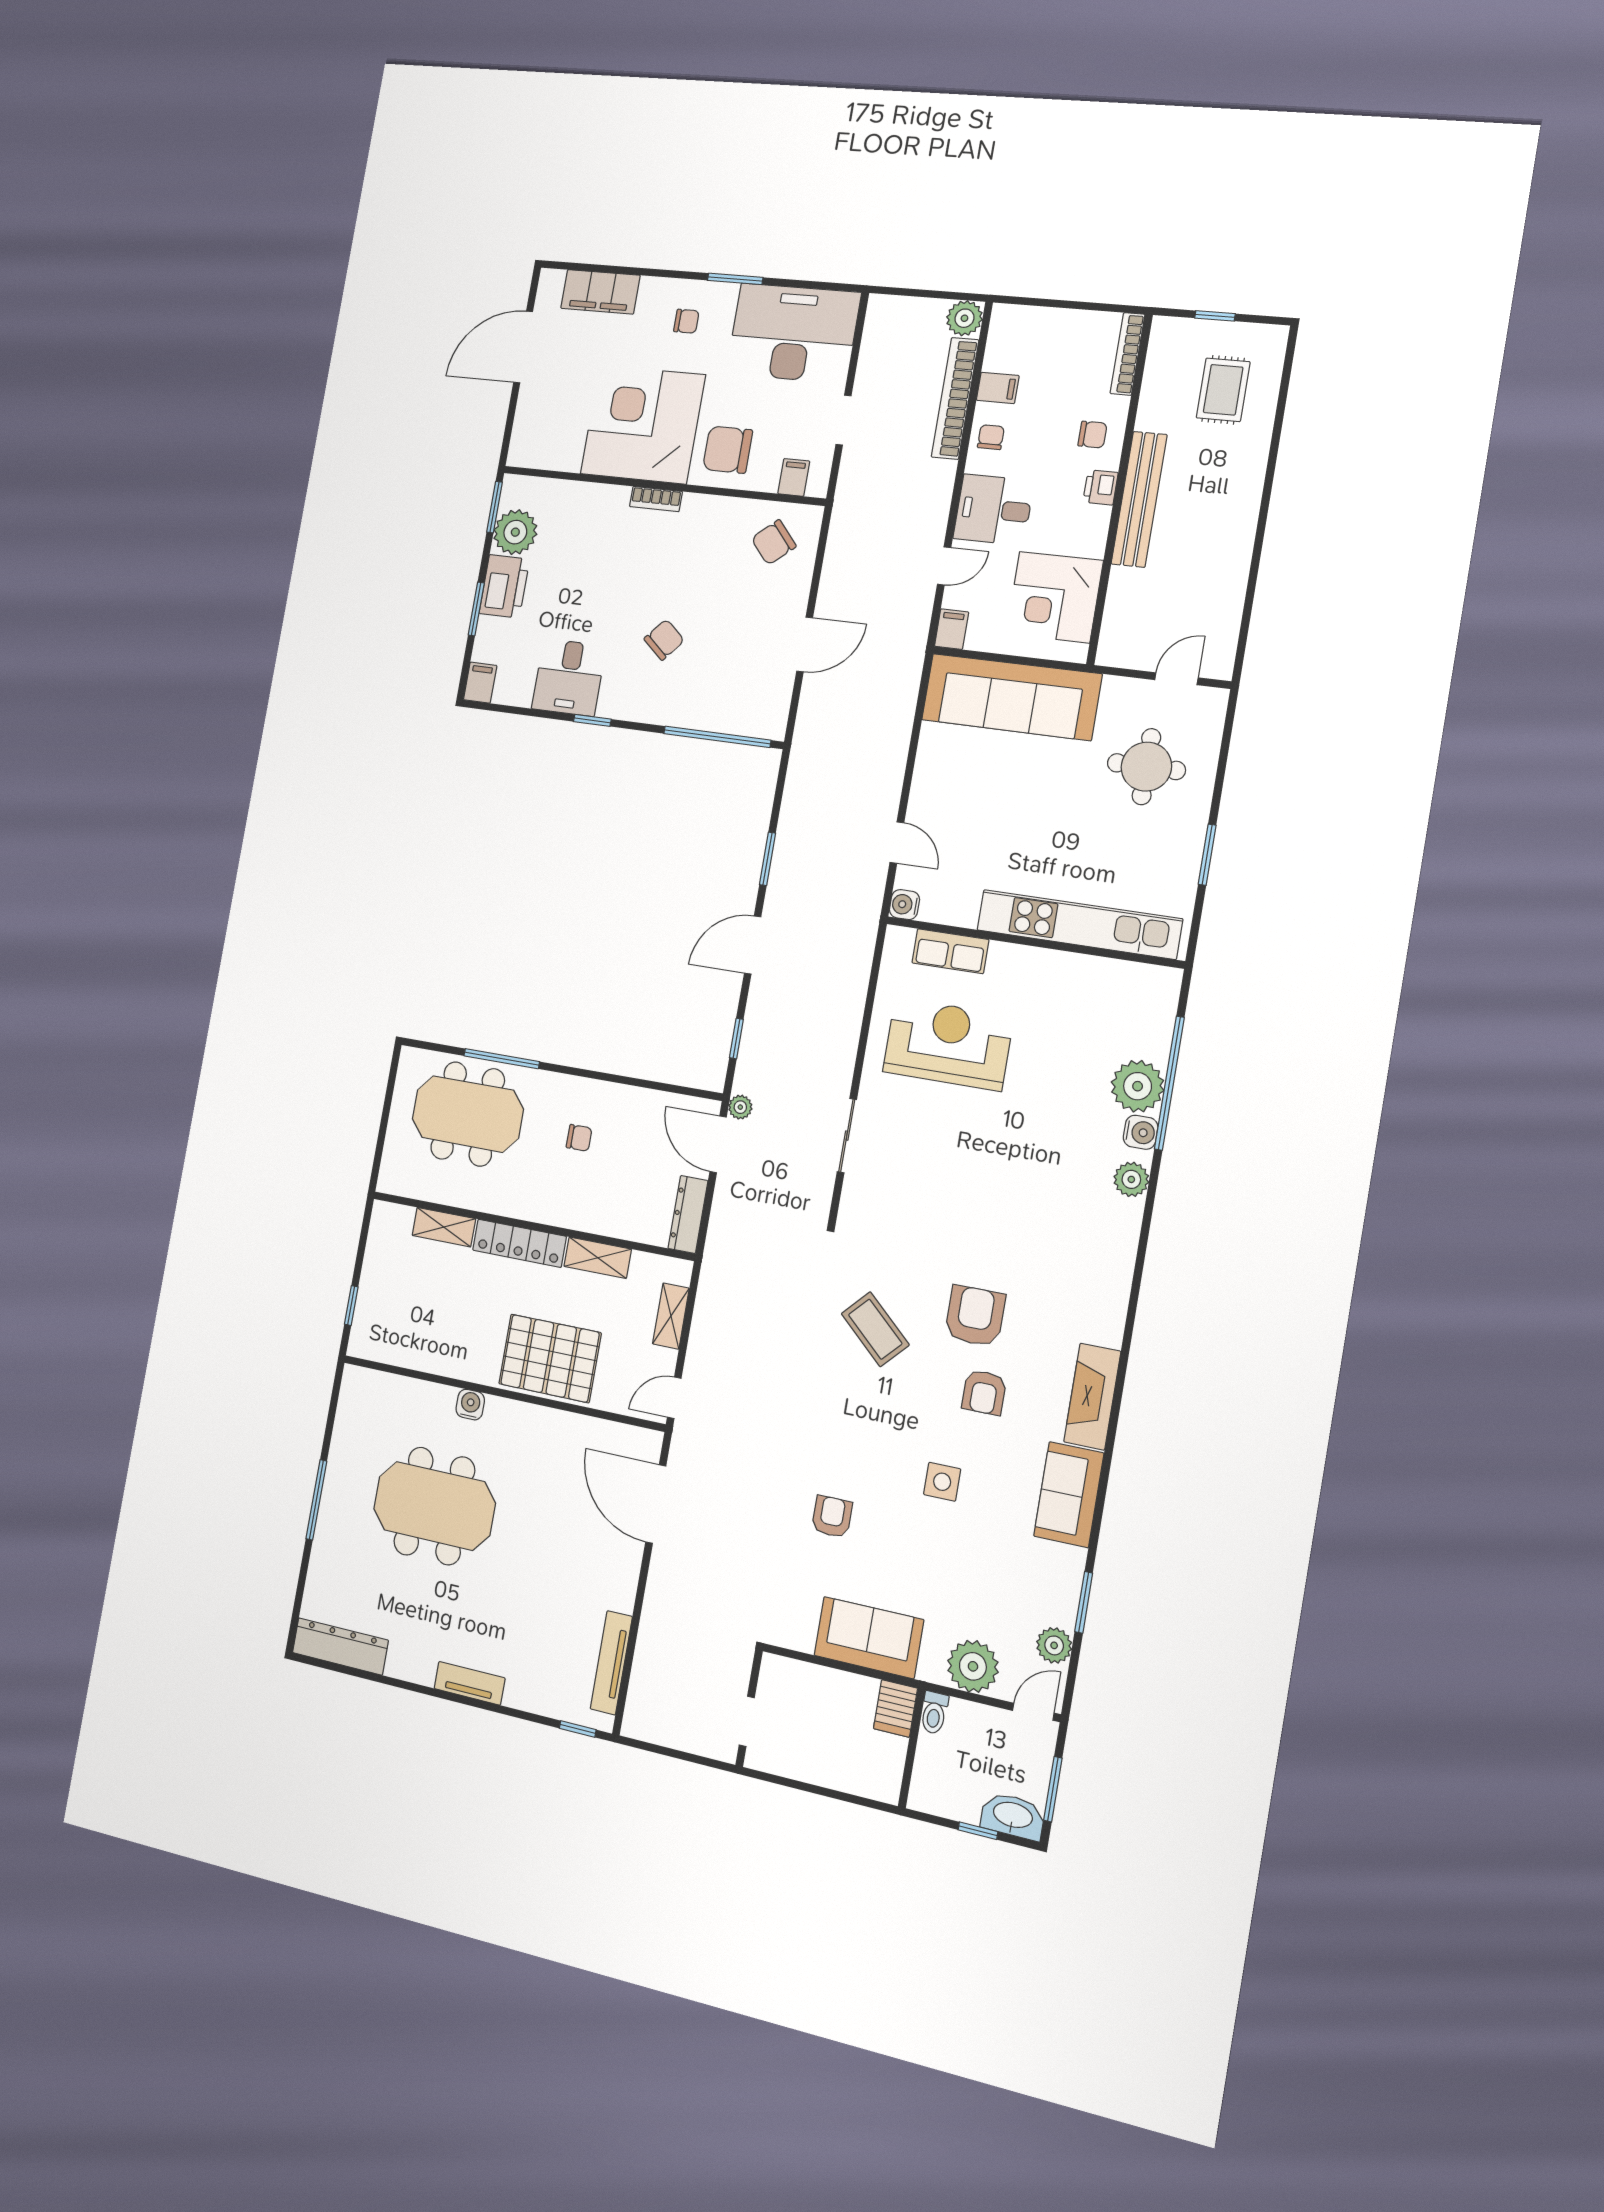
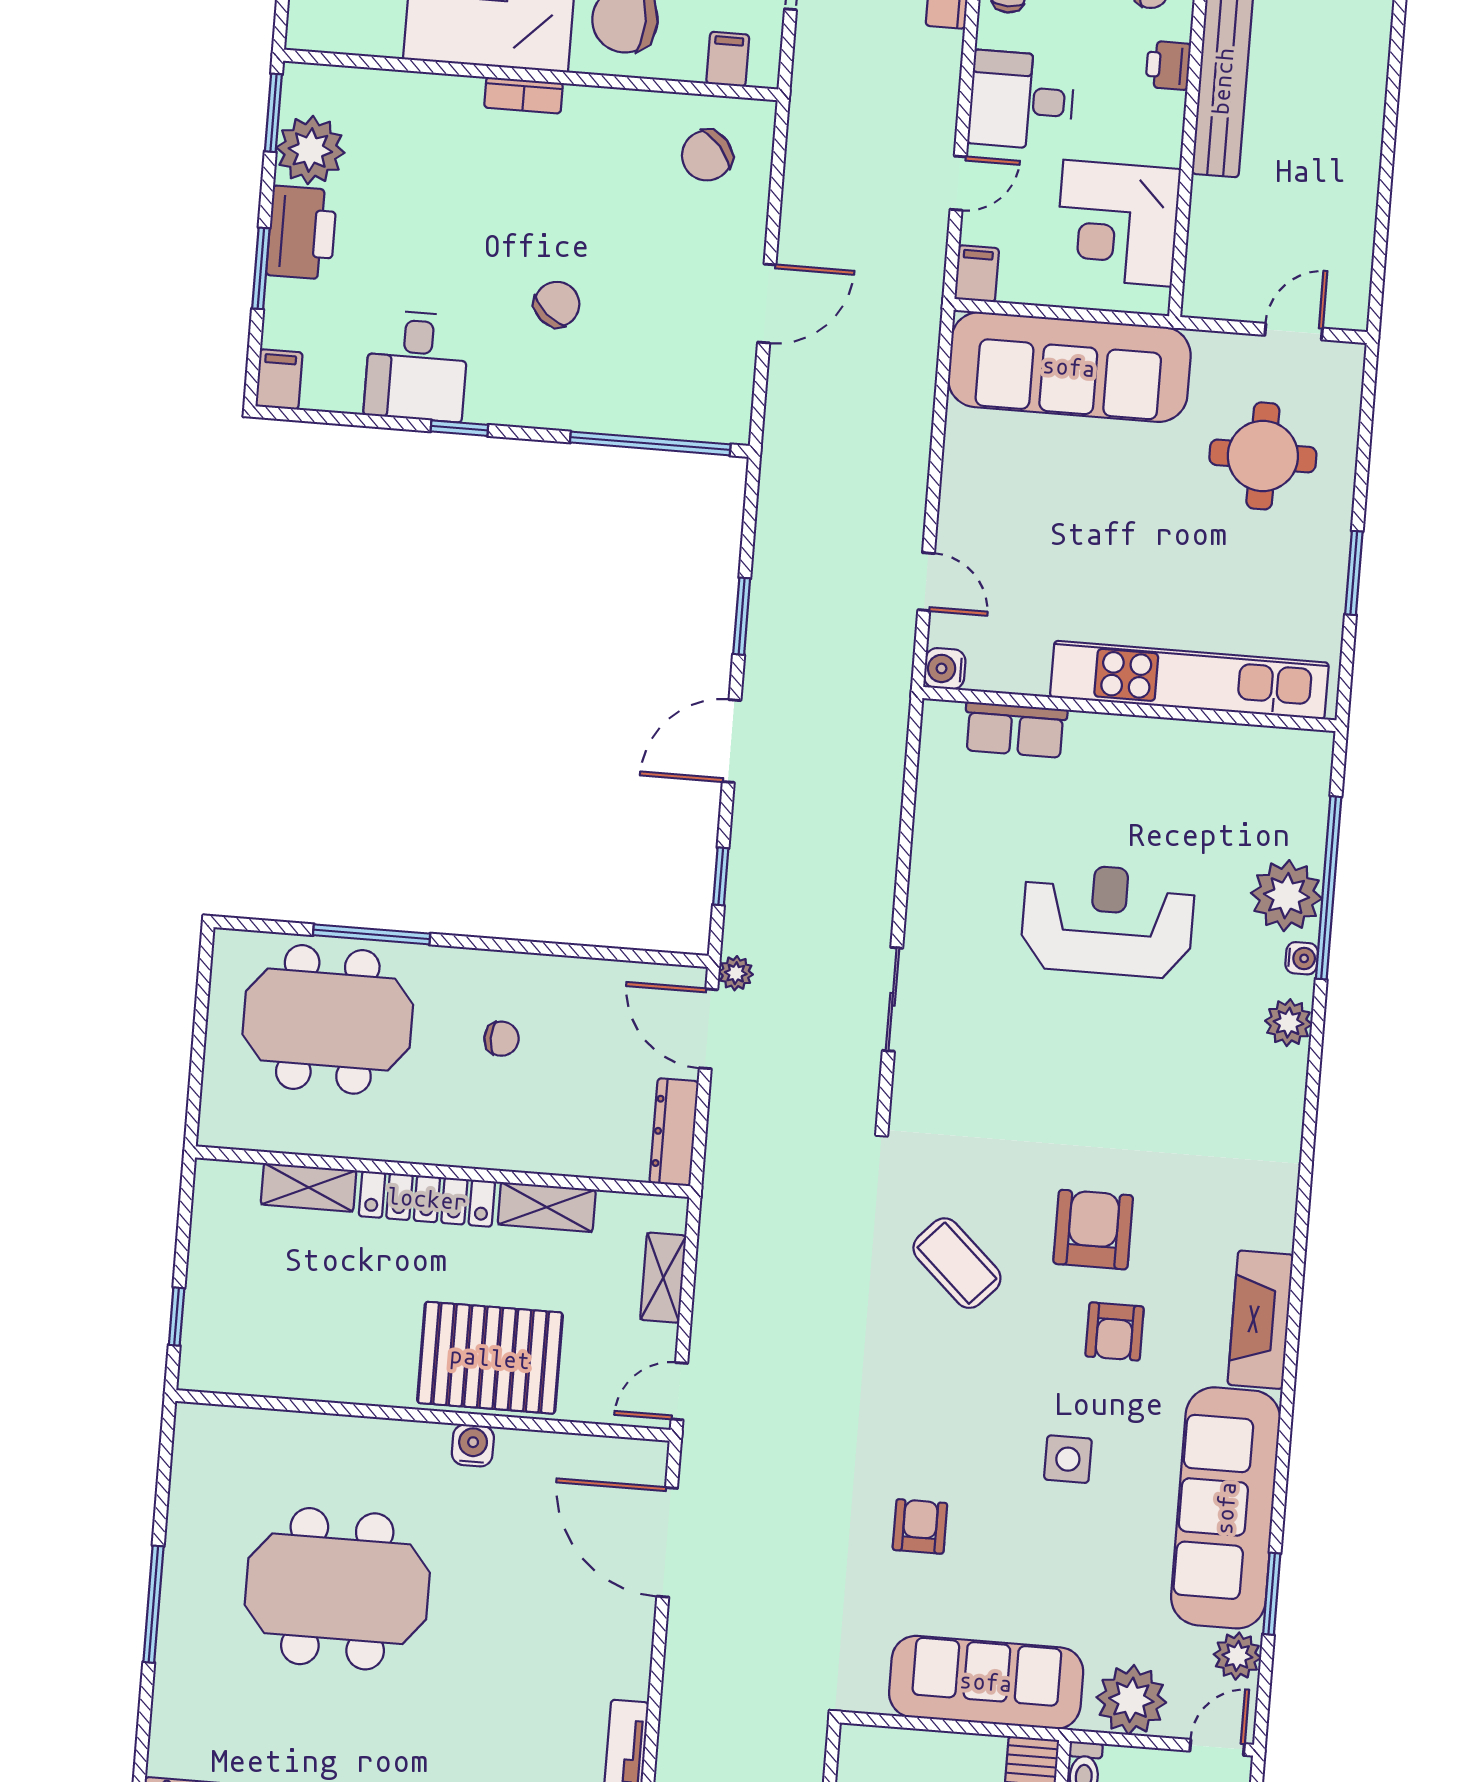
reception desk: (948, 1044) -> (1108, 920), moved
water cooler: (1141, 1132) -> (1302, 958), width x0.72, depth x0.72
water cooler: (470, 1405) -> (473, 1445), moved
sofa: (1069, 1495) -> (1226, 1508), width x1.85, depth x1.27
sofa: (869, 1638) -> (986, 1682), width x1.36

